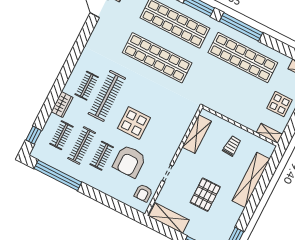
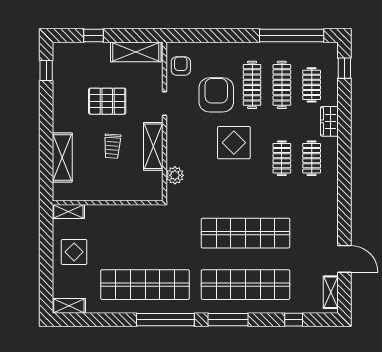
clothes rail: (107, 96) -> (282, 158), width x0.54, depth x0.76
plant: (185, 121) -> (175, 175), added
shelving: (197, 134) -> (153, 146), moved
trolley: (232, 146) -> (112, 146), moved
clothes rail: (102, 156) -> (252, 85), width x1.36
shelving: (251, 180) -> (62, 157), width x0.68
pallet: (205, 195) -> (107, 101), turned 90

